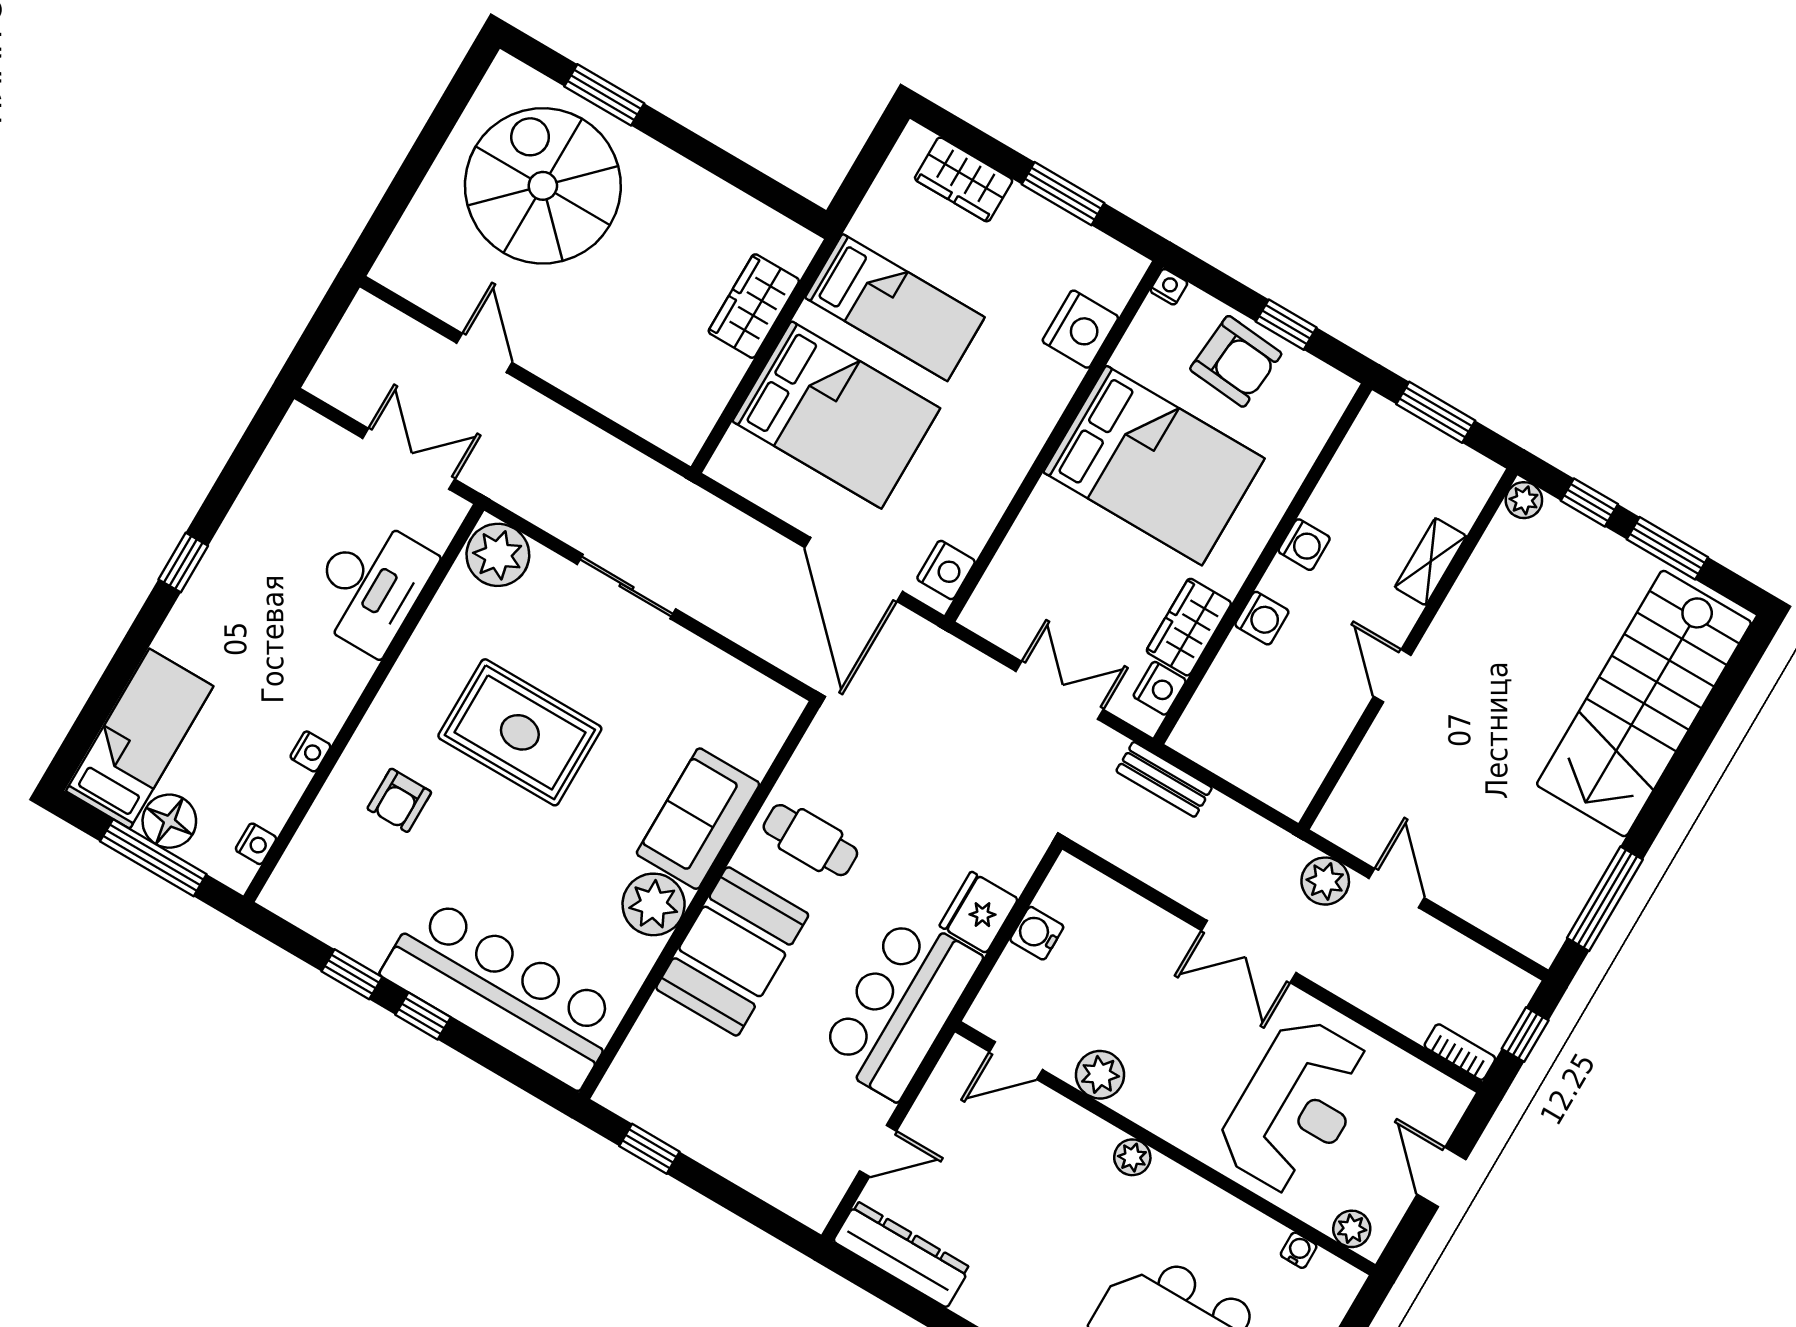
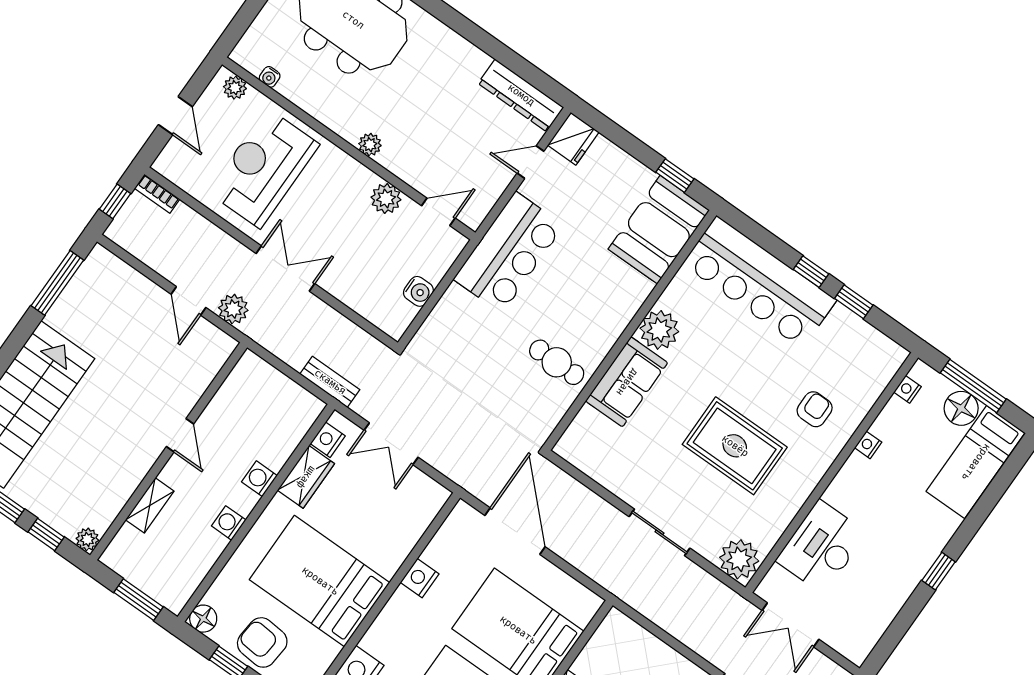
floor lamp: (1332, 391) -> (203, 619), added
nightstand: (946, 570) -> (420, 578), moved
fridge: (979, 912) -> (573, 139), moved
booth: (732, 951) -> (659, 230), moved

